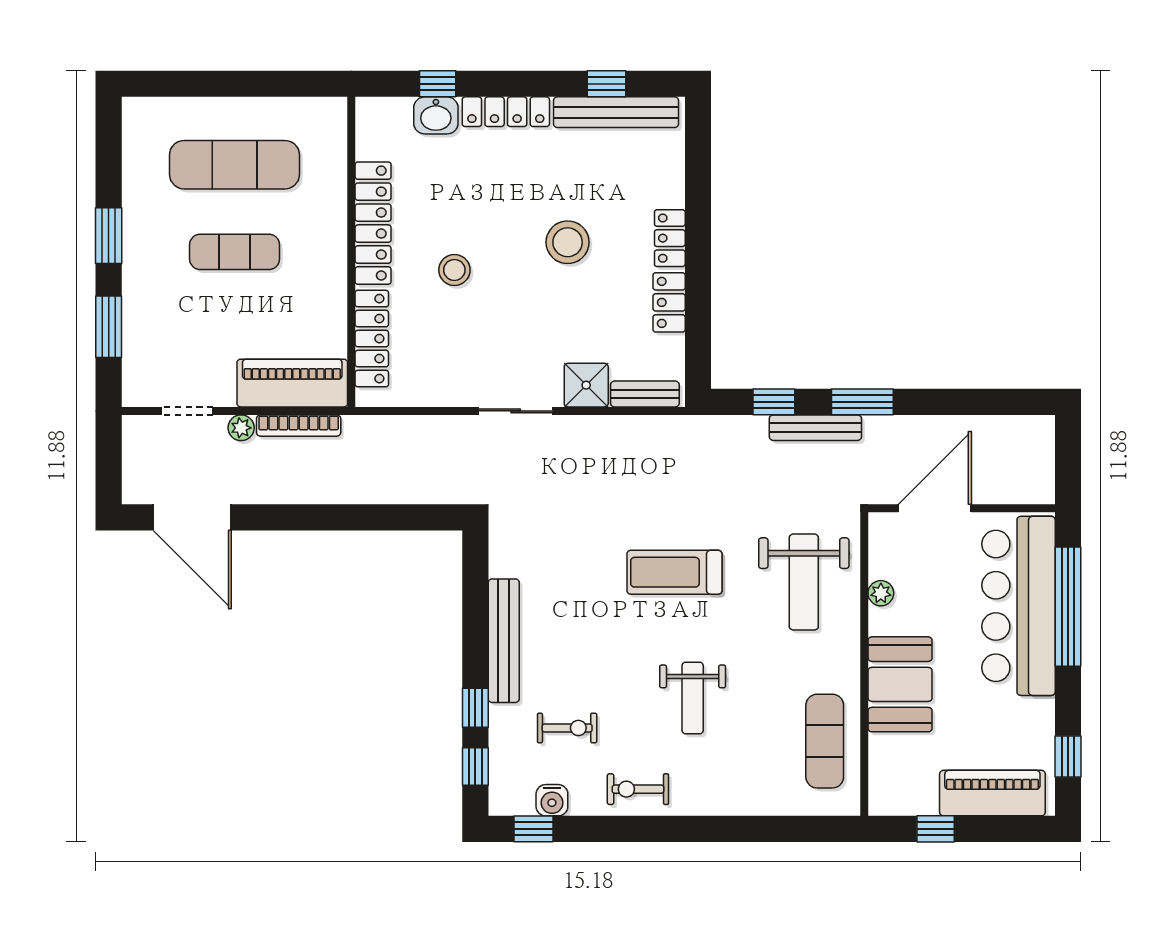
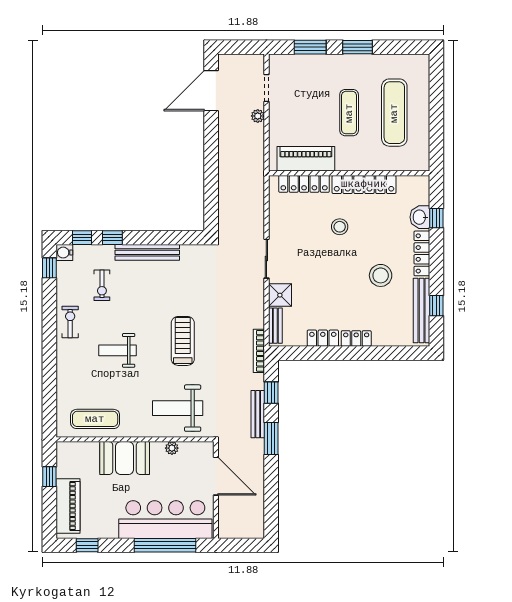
stool: (568, 242) -> (381, 275), moved
piano: (292, 383) -> (306, 159), moved, turned -90
bookcase: (299, 426) -> (259, 351), moved
water cooler: (552, 800) -> (64, 253), moved

